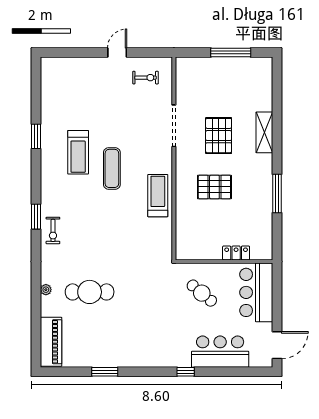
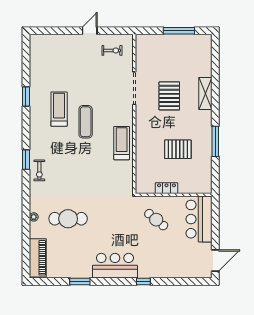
treadmill: (78, 152) -> (59, 109), turned 180
pallet: (214, 187) -> (178, 149), moved
locker: (236, 253) -> (166, 188), moved
bar counter: (220, 352) -> (115, 266), moved

